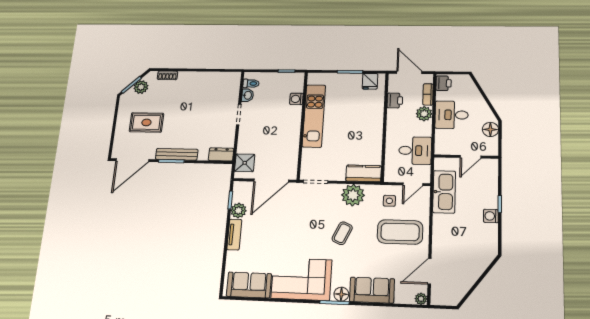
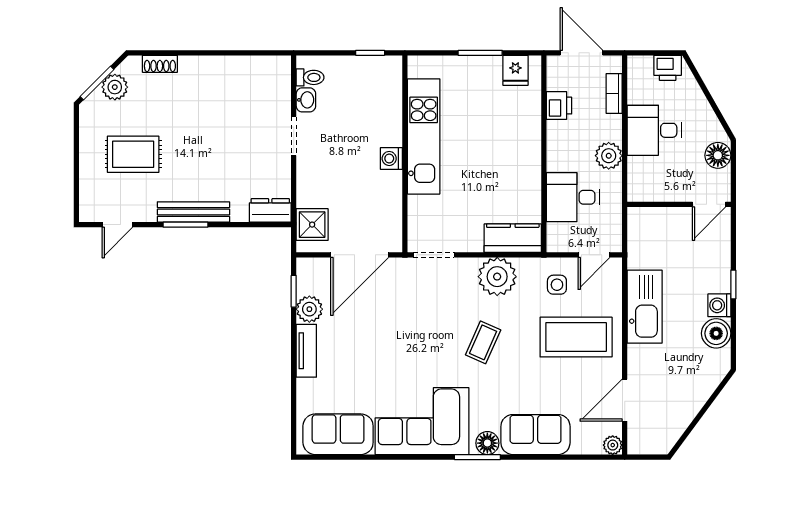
printer: (444, 83) -> (668, 68), moved, turned 90
washing machine: (296, 99) -> (391, 158), moved
plant: (424, 114) -> (609, 156), moved
desk: (415, 151) -> (573, 197), moved, turned 180
door: (471, 157) -> (709, 204), moved
door: (132, 160) -> (117, 225), width x0.53
kitchen sink: (444, 192) -> (645, 307), moved
boiler: (489, 233) -> (716, 333), added

